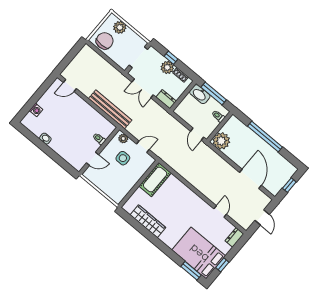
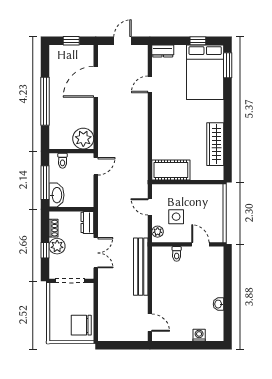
plant: (120, 27) -> (57, 322), removed

